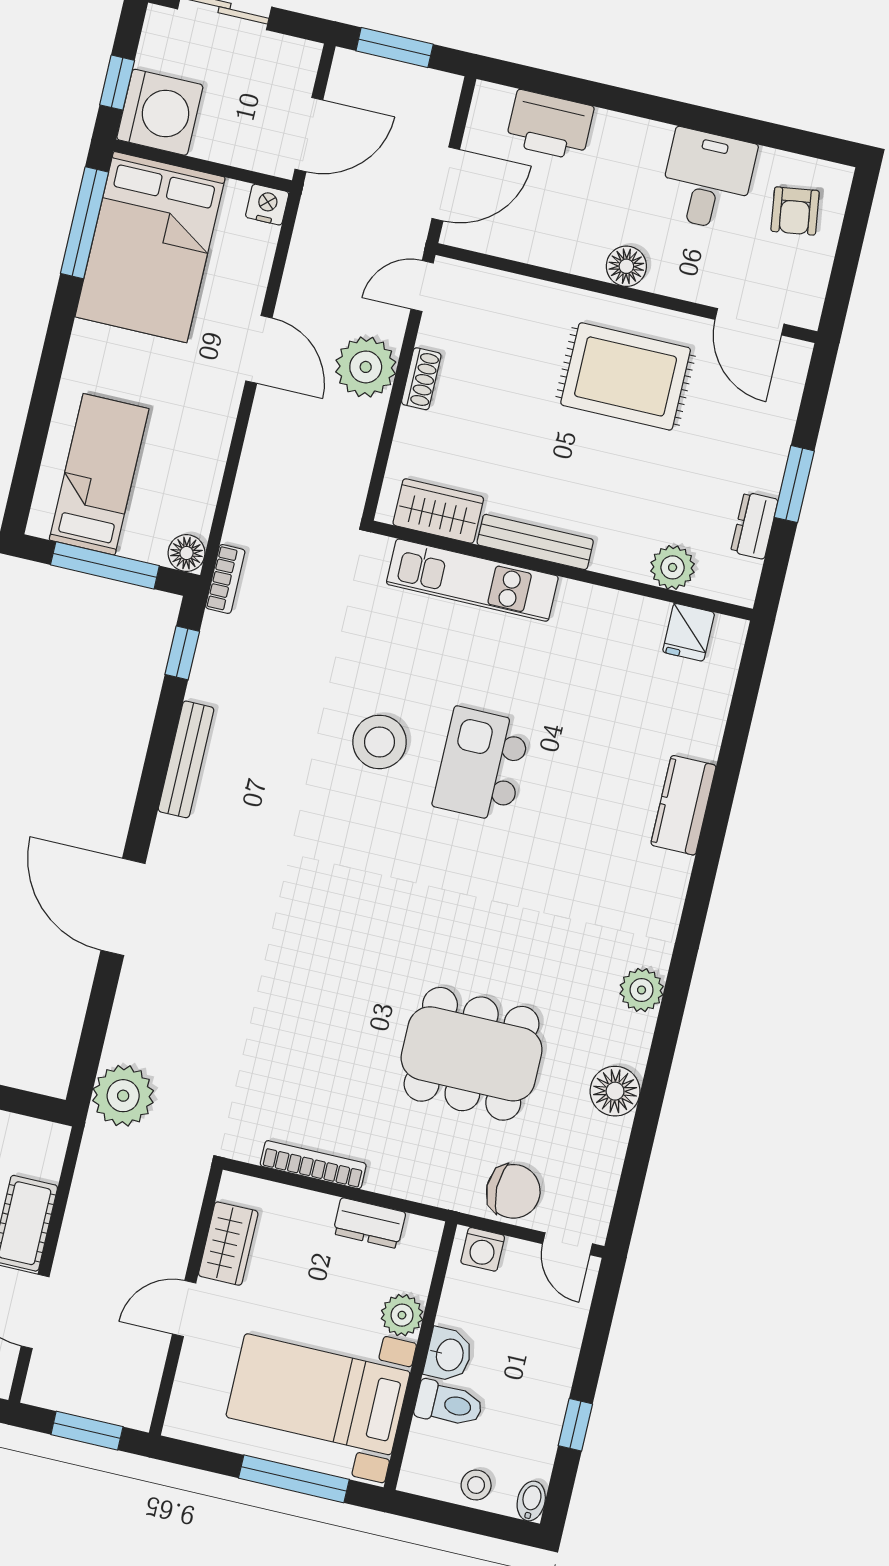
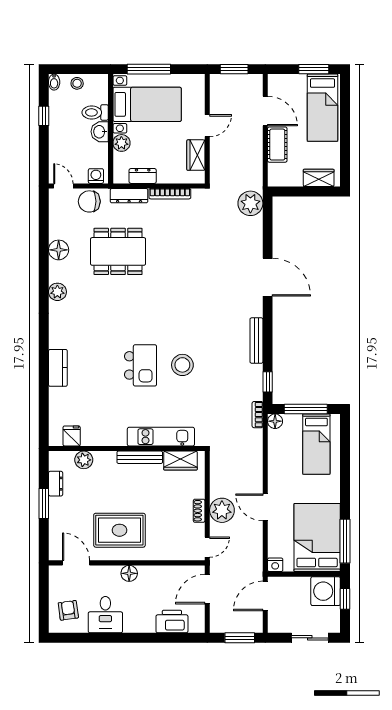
dresser: (413, 1183) -> (129, 196), added

